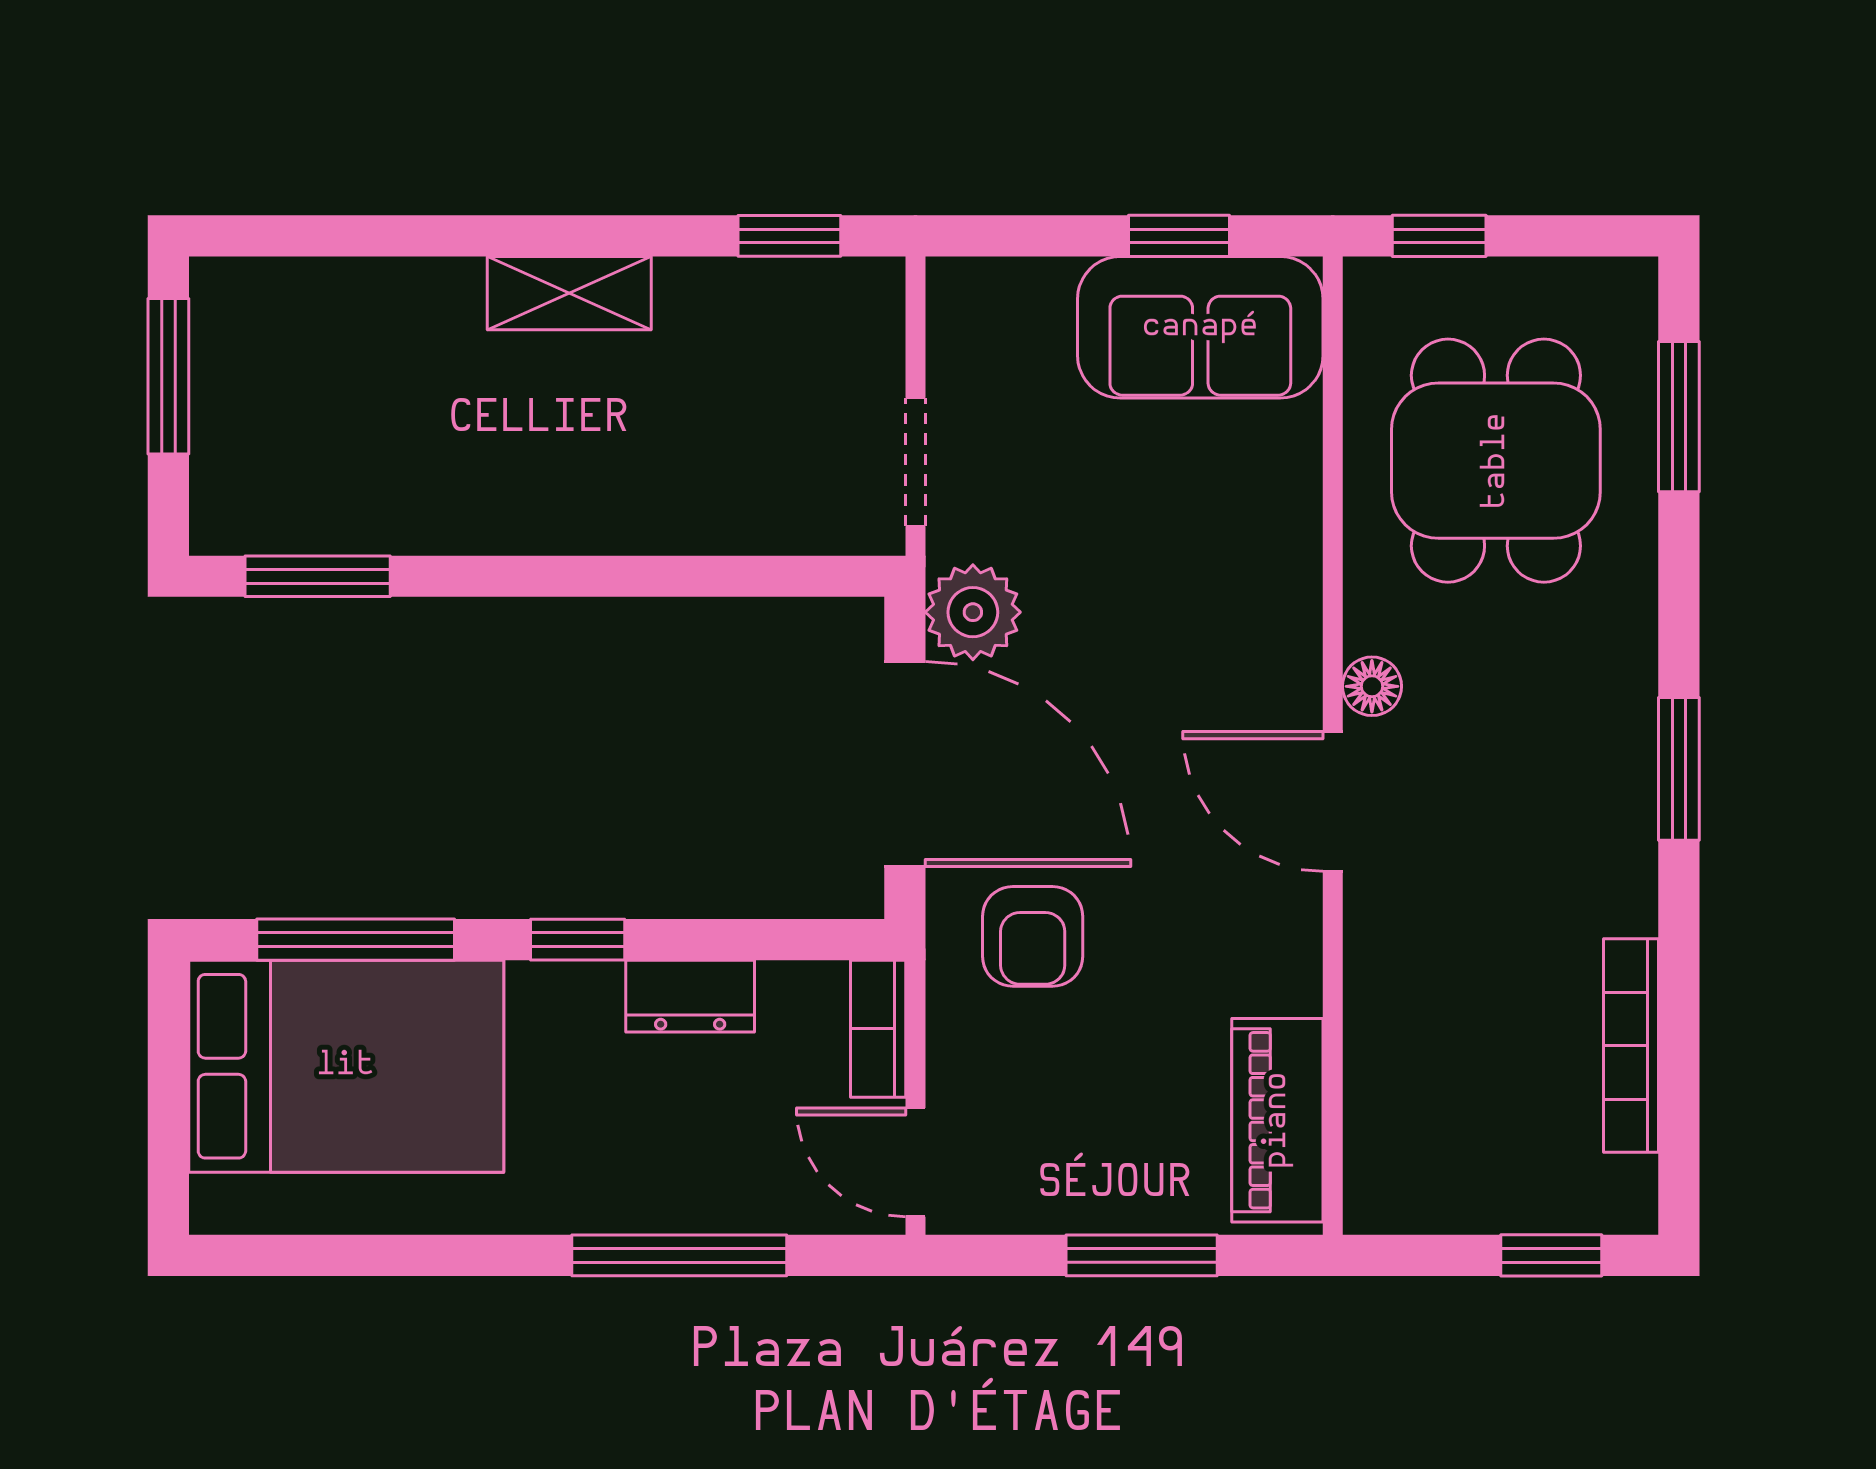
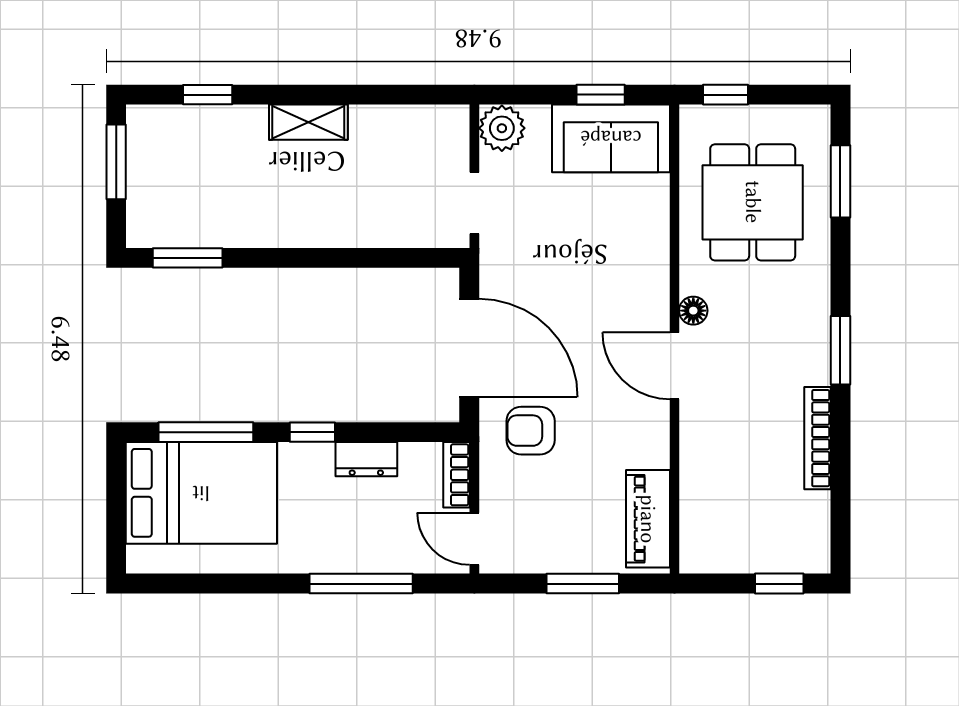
window: (789, 236) -> (208, 95), moved
plant: (973, 612) -> (502, 128), moved
armchair: (1033, 936) -> (531, 431), turned 90
bookcase: (1631, 1046) -> (818, 438), moved

